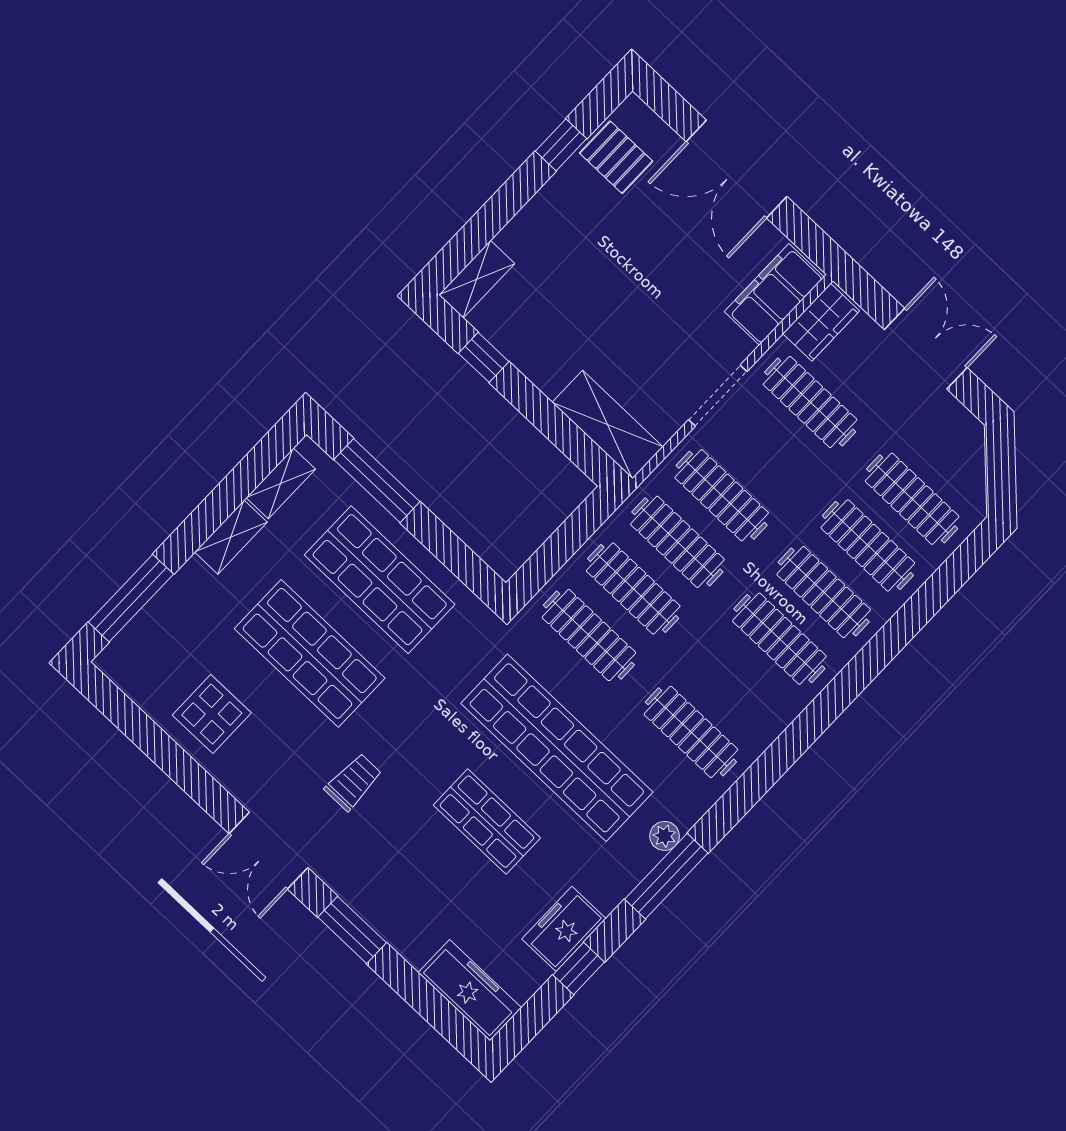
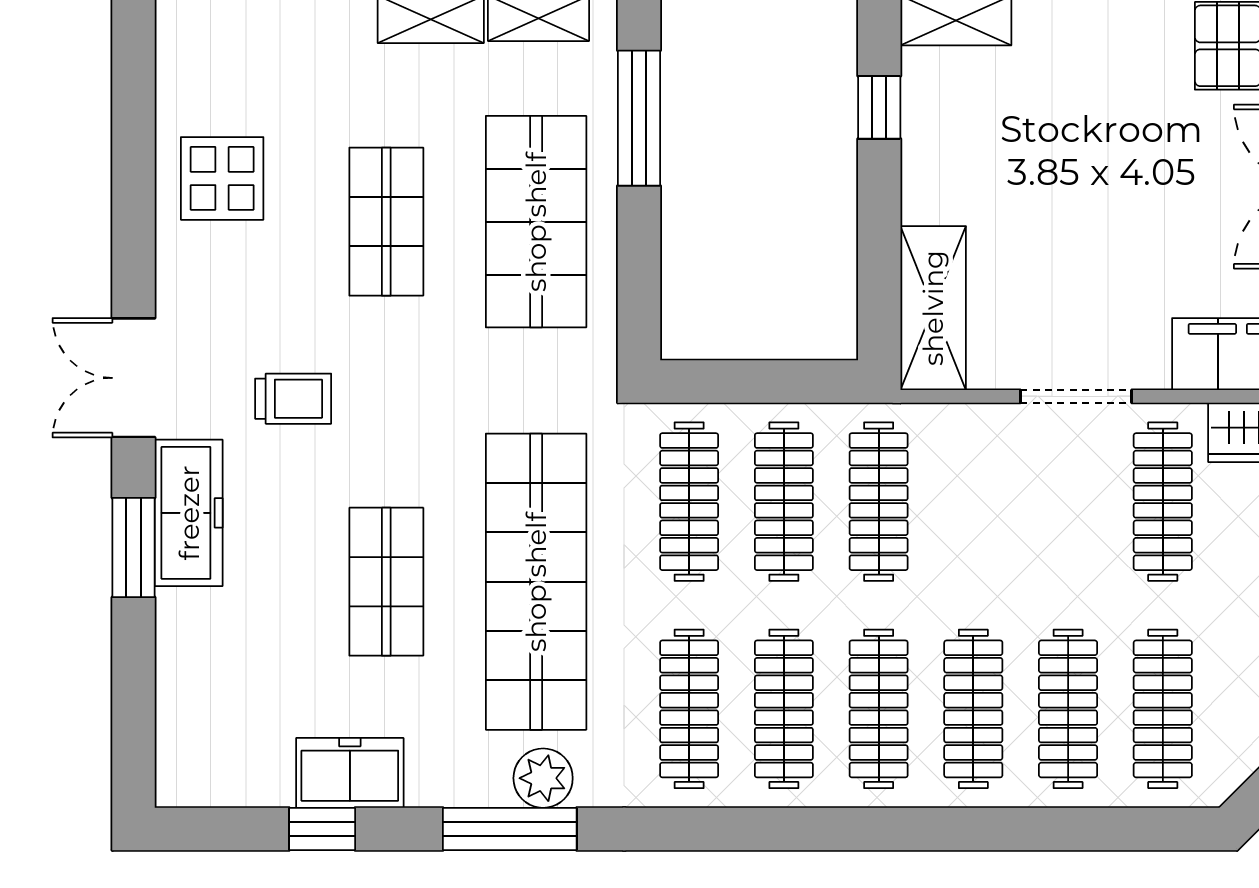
clothes rail: (722, 495) -> (784, 709), moved
shop shelf: (310, 653) -> (386, 222), width x0.70, depth x0.74
plant: (665, 836) -> (543, 778), width x1.38, depth x1.38
freezer: (470, 990) -> (189, 513), moved

